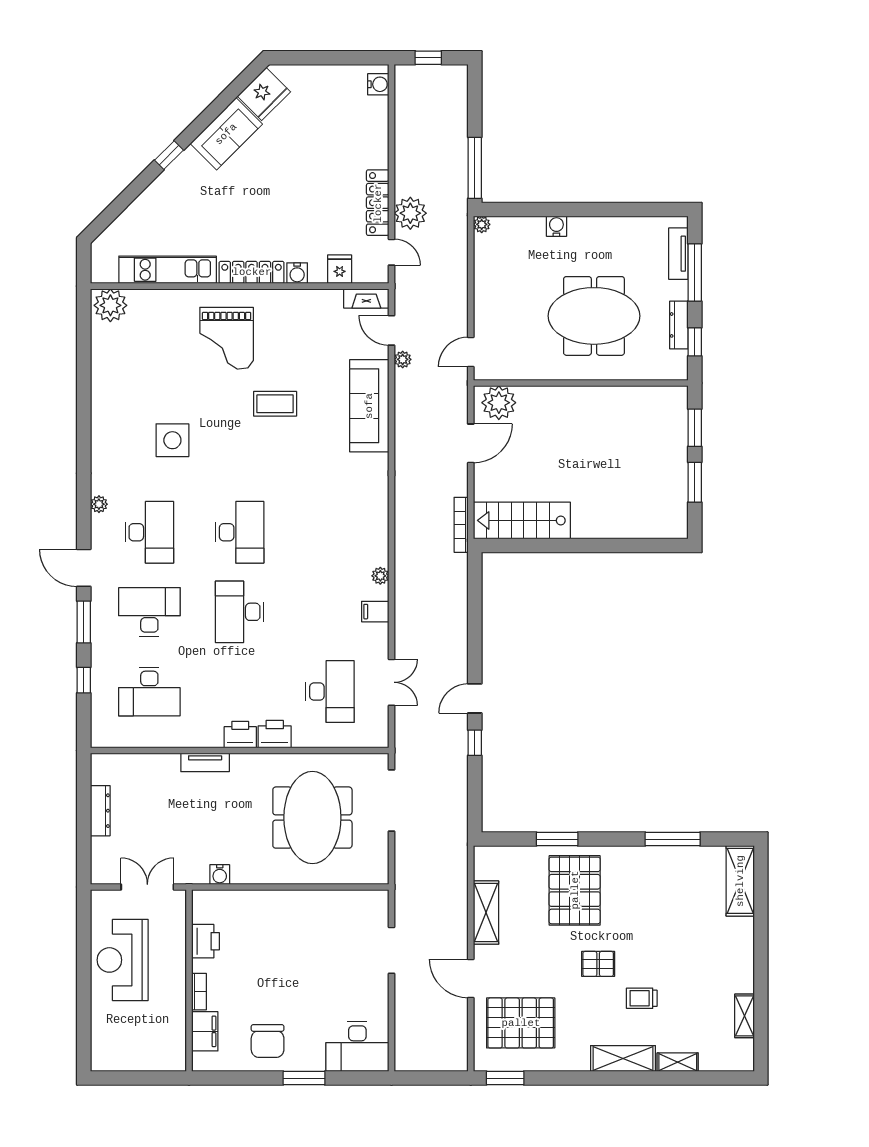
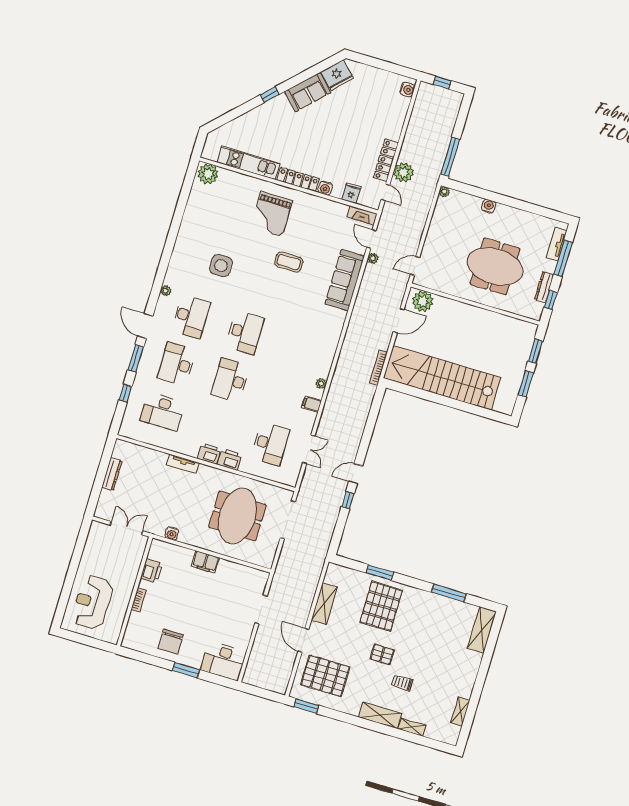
stairs: (522, 520) -> (442, 378), width x1.86, depth x1.51
desk: (149, 612) -> (177, 364), turned -90
reception desk: (123, 960) -> (92, 602), moved
filing cabinet: (205, 1031) -> (205, 562), moved, turned 90

